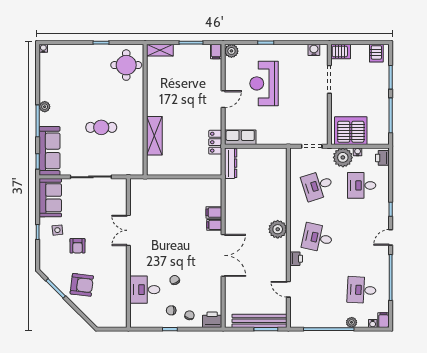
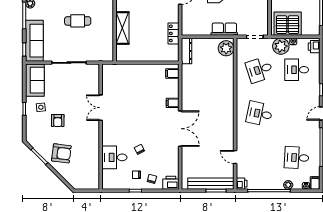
row of seats: (240, 137) -> (224, 29), moved
filing cabinet: (214, 212) -> (172, 73), moved
plant: (278, 229) -> (226, 48), moved
printer: (296, 259) -> (242, 184), moved

